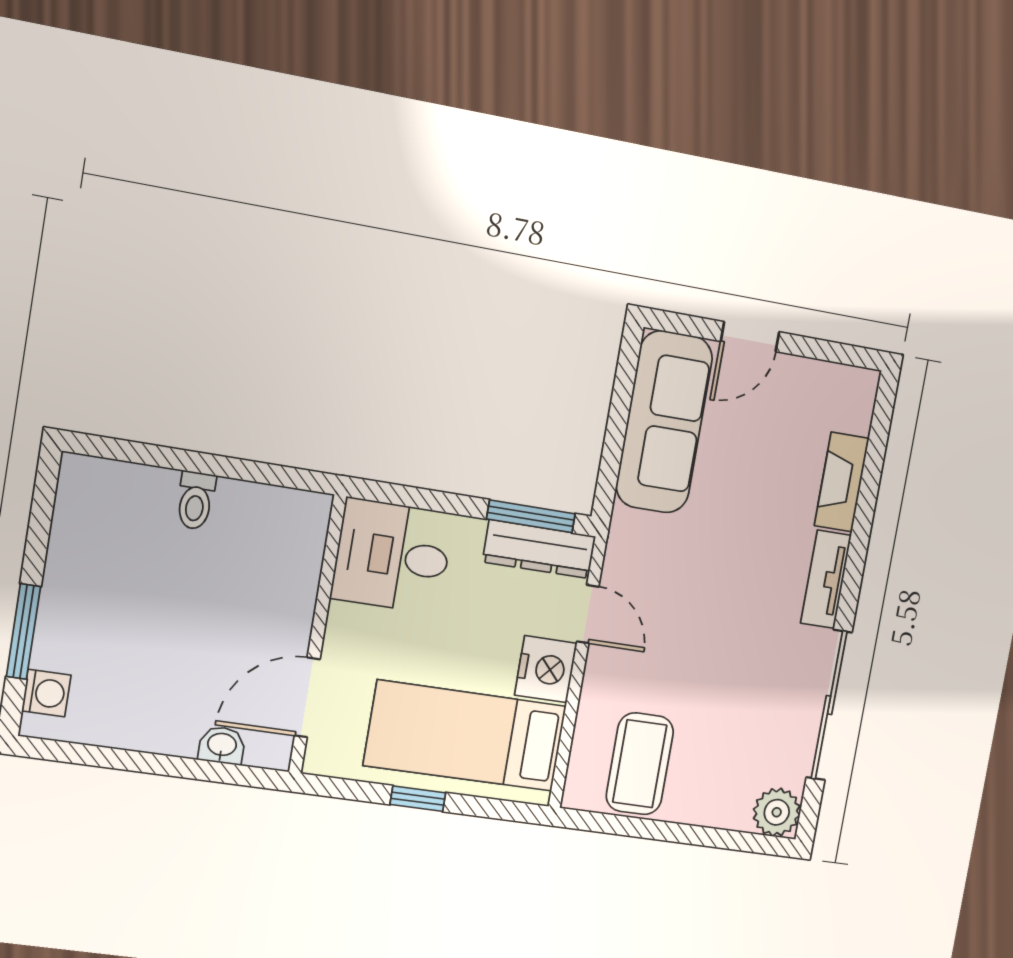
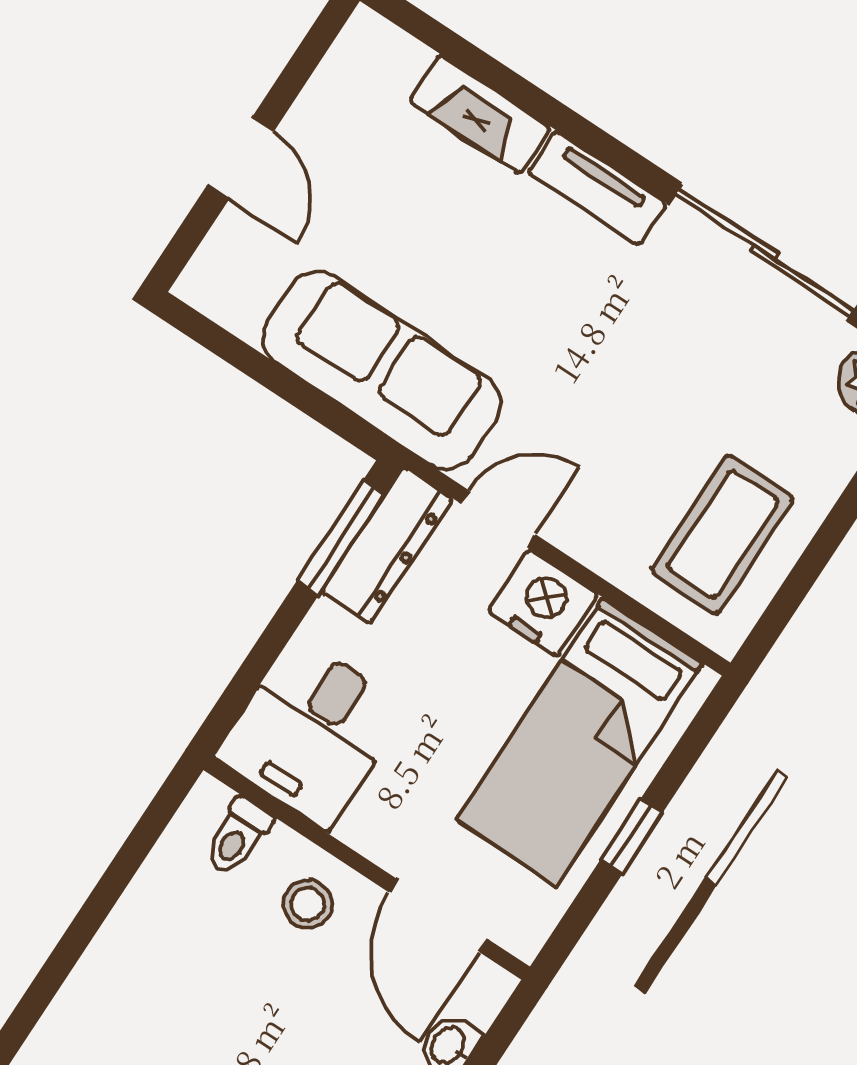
sofa: (664, 422) -> (382, 370), moved
toilet: (196, 500) -> (237, 837), moved, turned 90
stool: (275, 607) -> (308, 904), added
coffee table: (640, 764) -> (723, 535), turned 90

